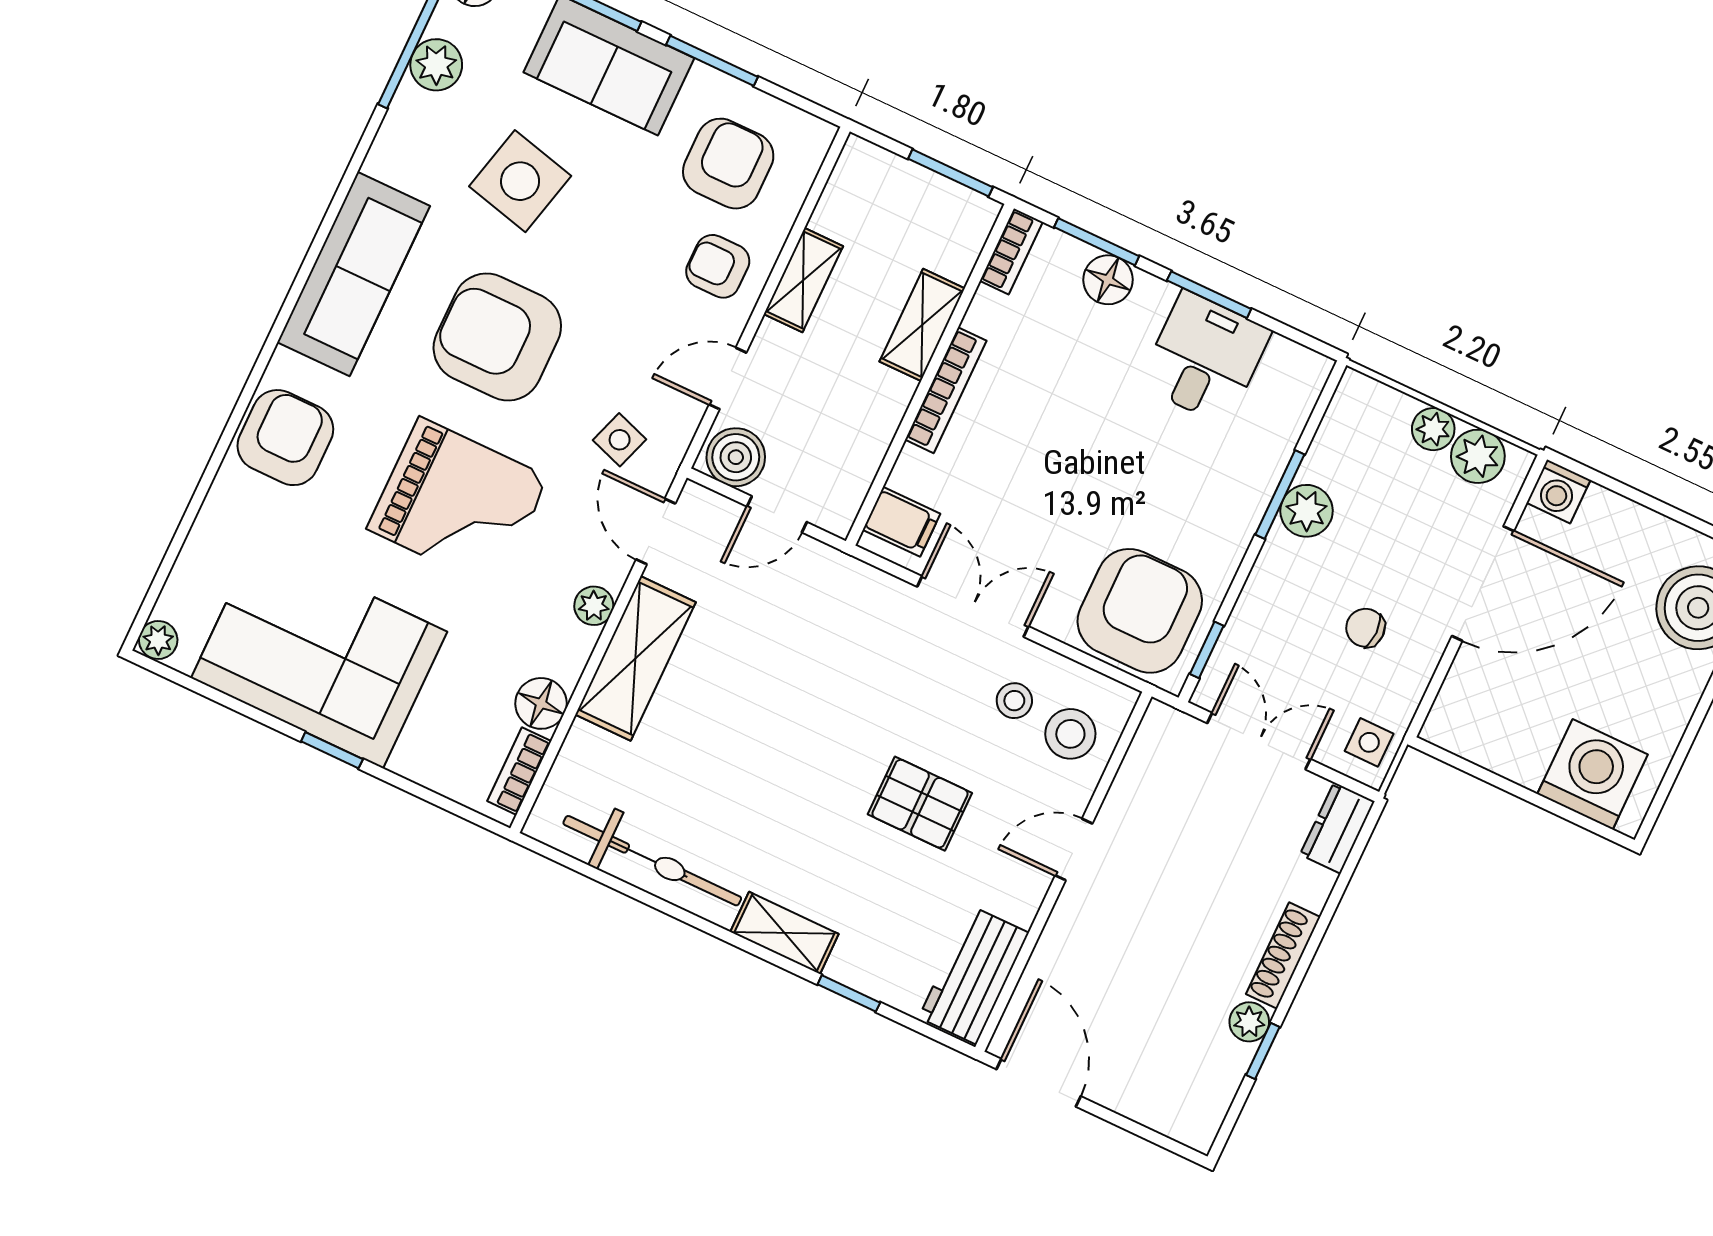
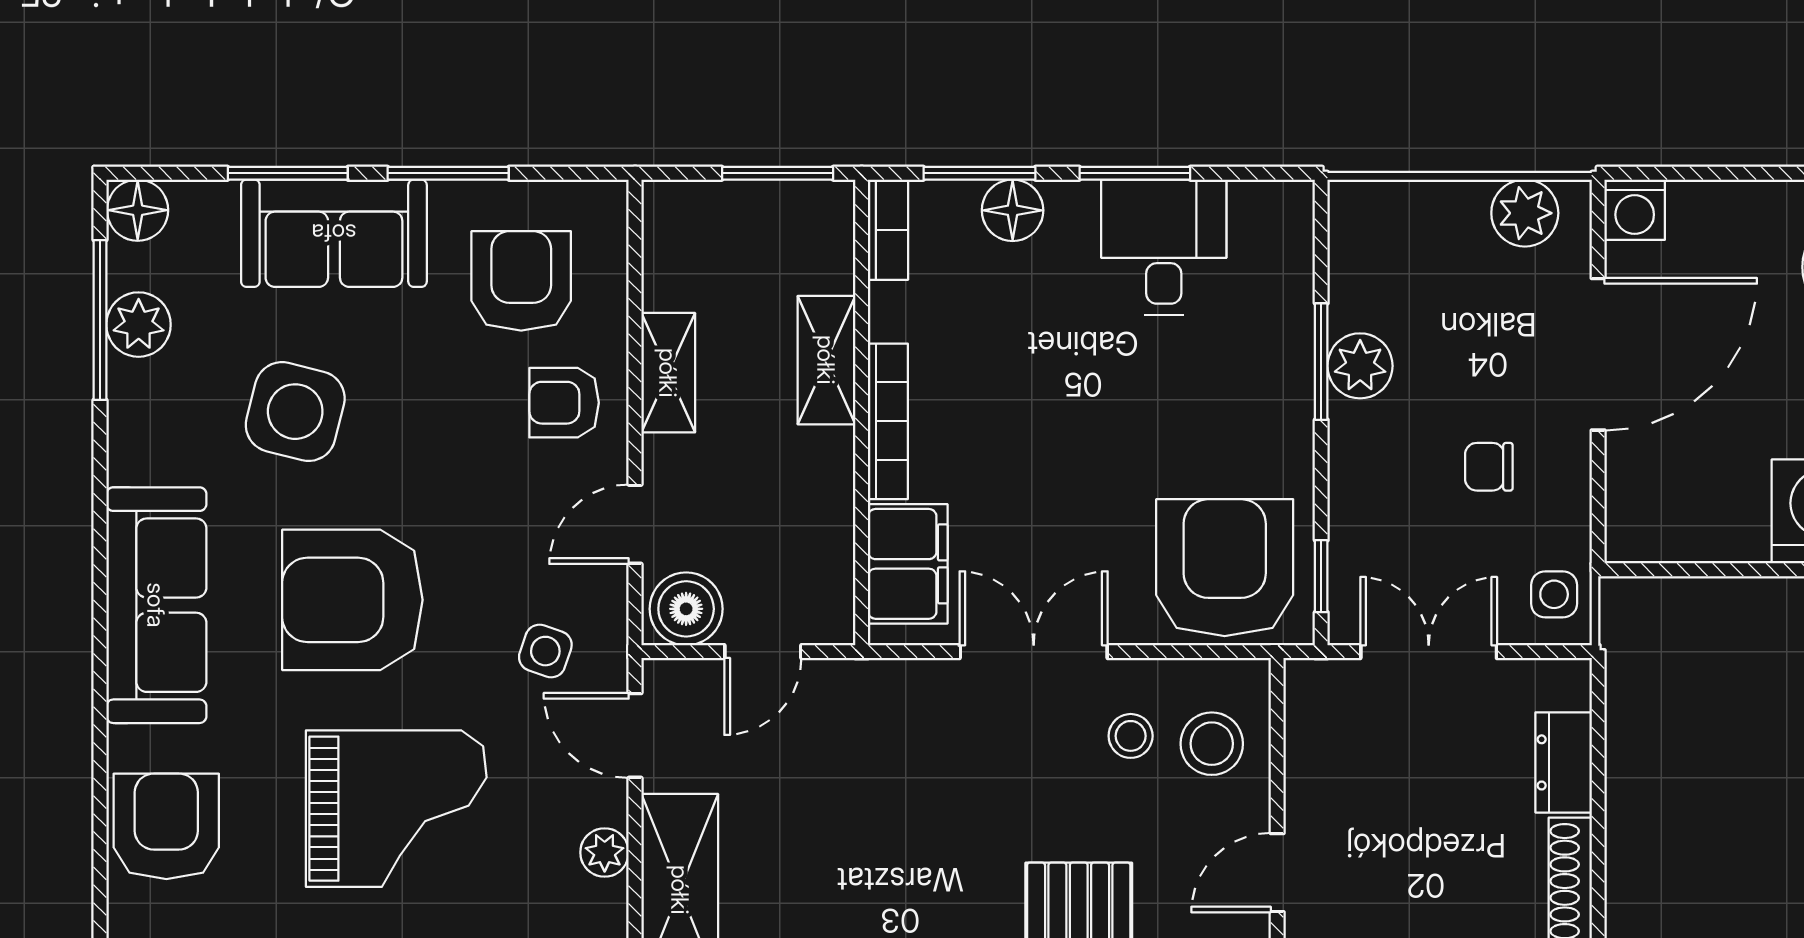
plant: (1433, 429) -> (1460, 206), removed
filing cabinet: (901, 522) -> (908, 564), width x2.00
dresser: (1337, 828) -> (1564, 762), moved

